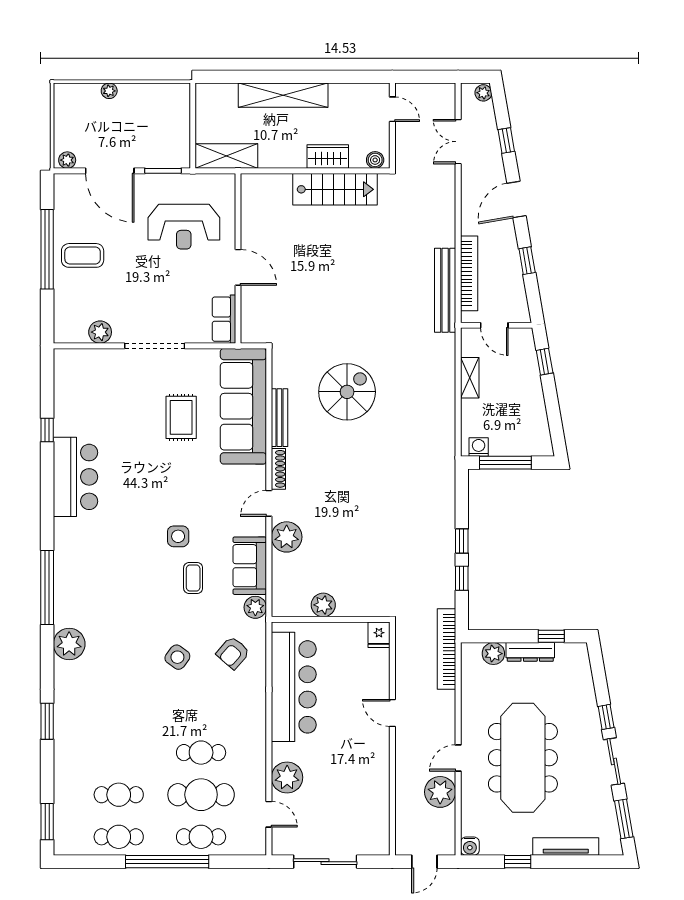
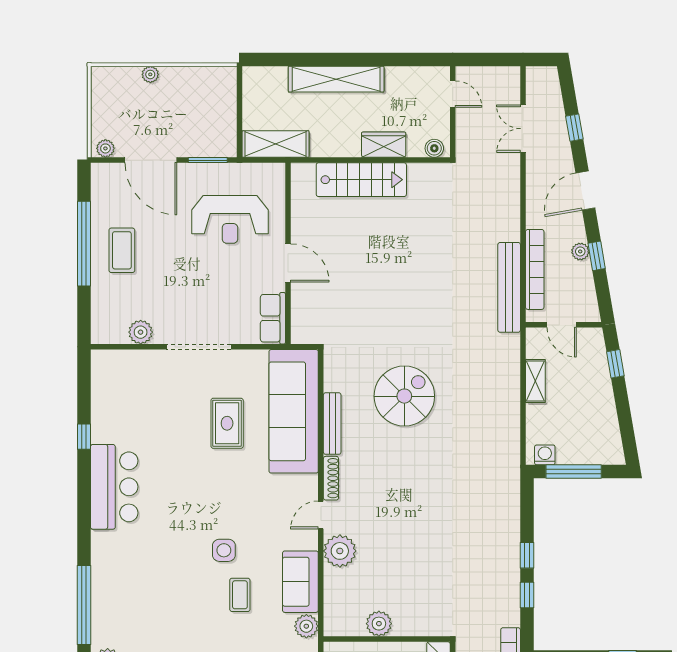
plant: (483, 93) -> (580, 251), moved
stairs: (335, 189) -> (361, 180), moved
coffee table: (83, 255) -> (122, 250), turned 90

